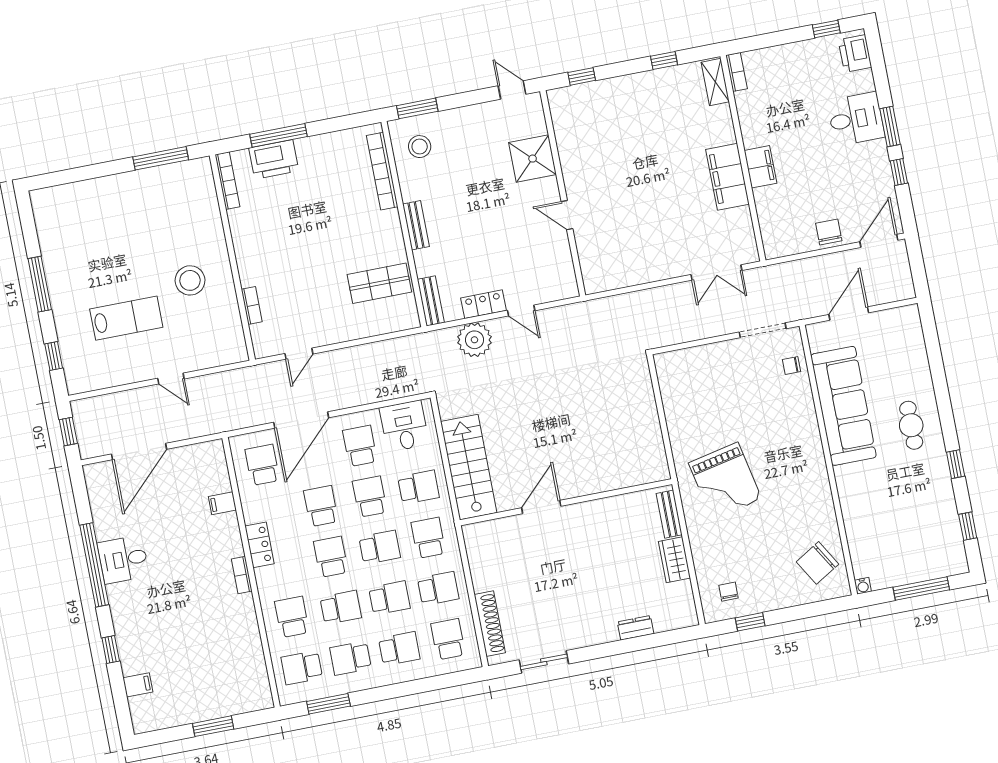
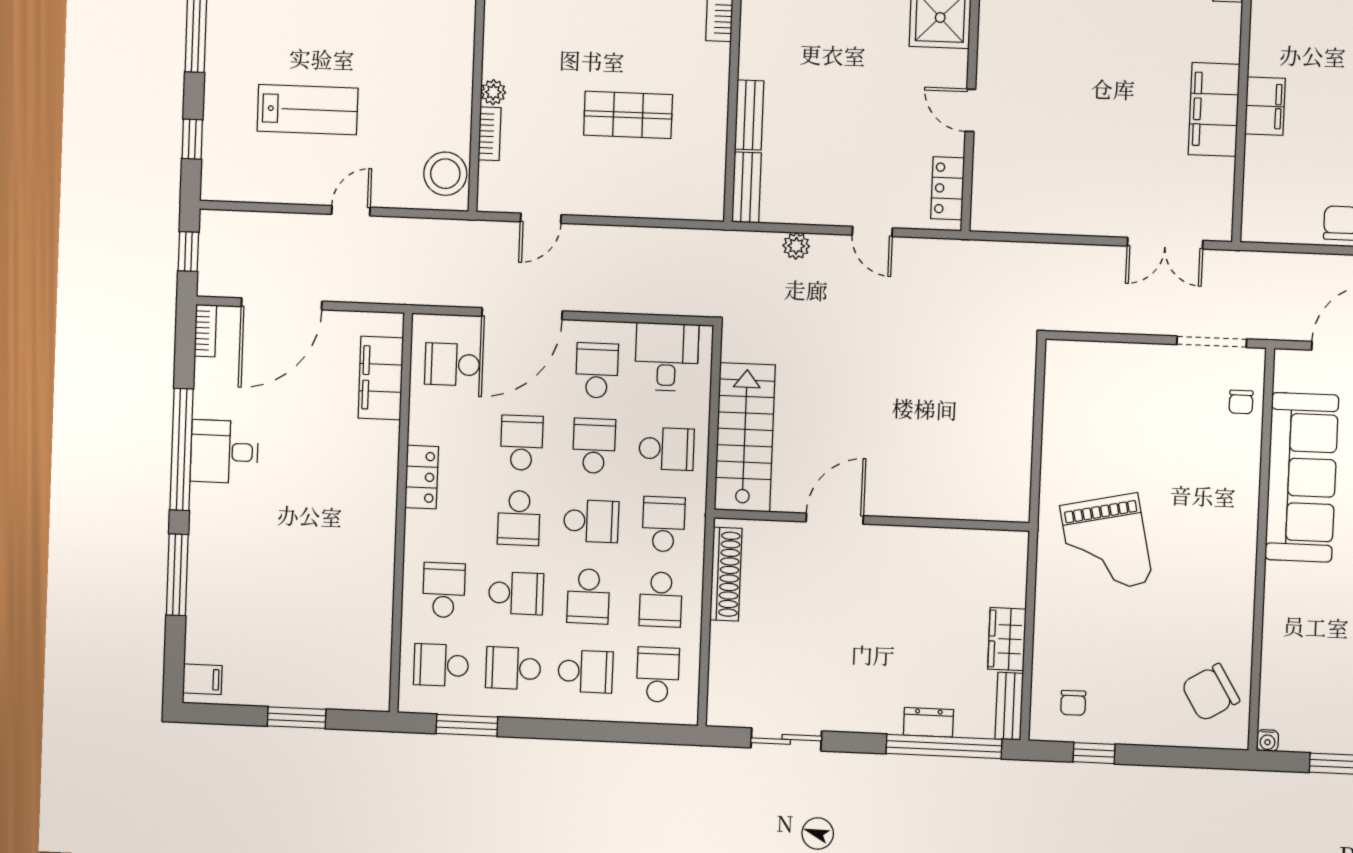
bench: (416, 225) -> (749, 115), moved
plant: (248, 277) -> (493, 92), added
stool: (190, 280) -> (445, 174), moved
shop shelf: (379, 283) -> (628, 115), moved
locker: (484, 304) -> (948, 188), moved, turned -90
plant: (474, 340) -> (796, 246), width x0.53, depth x0.53
chair: (792, 366) -> (1241, 402), turned -90
door: (171, 379) -> (351, 211), swing flipped
school desk: (262, 465) -> (452, 364), turned -90
filing cabinet: (222, 503) -> (381, 378), width x3.00, depth x1.17
bench: (669, 514) -> (1009, 706), moved
school desk: (331, 557) -> (519, 518), turned 180
bookcase: (242, 575) -> (205, 331), moved, turned 180
school desk: (438, 589) -> (661, 599), turned 90
chair: (728, 592) -> (1073, 703), turned 180
school desk: (389, 598) -> (588, 596), turned 90
shoe rack: (490, 624) -> (726, 574), moved
window: (650, 641) -> (944, 746), added
window: (111, 649) -> (177, 575), width x2.17
filing cabinet: (138, 685) -> (202, 679), moved

